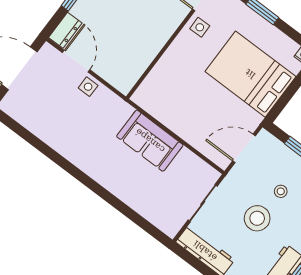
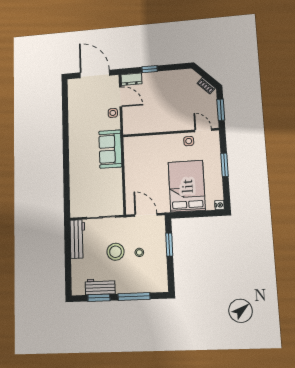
door: (76, 61) -> (121, 97), hinge flipped
sofa: (150, 141) -> (110, 149), moved

